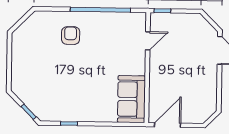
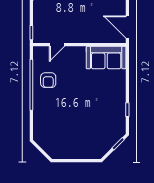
armchair: (71, 36) -> (48, 80), moved, turned -90
door: (148, 41) -> (57, 45), swing flipped

